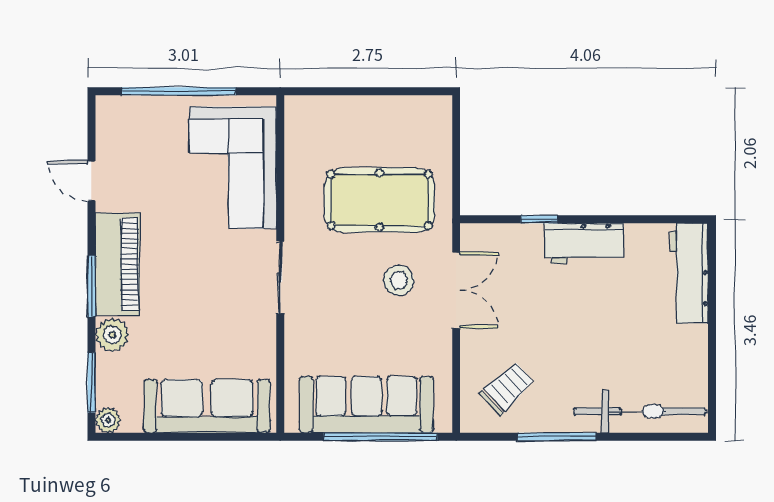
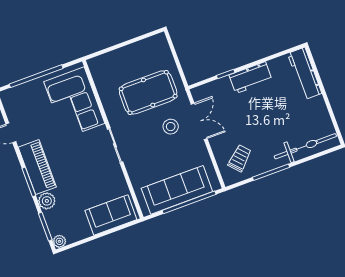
sofa: (207, 406) -> (111, 215), width x0.73

